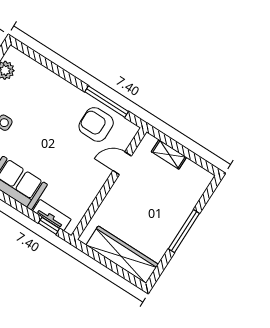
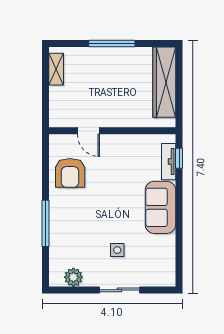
window: (107, 102) -> (46, 223), moved
shelving: (169, 154) -> (56, 69), moved

